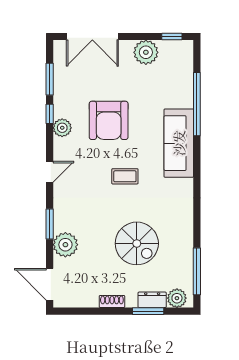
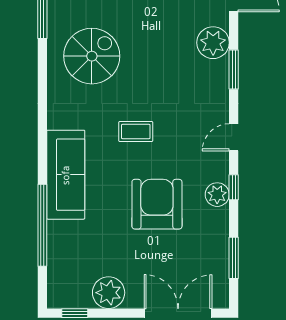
window: (50, 114) -> (234, 187), moved
spiral stairs: (137, 243) -> (92, 56), moved, turned 90

